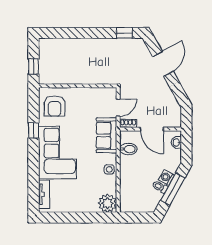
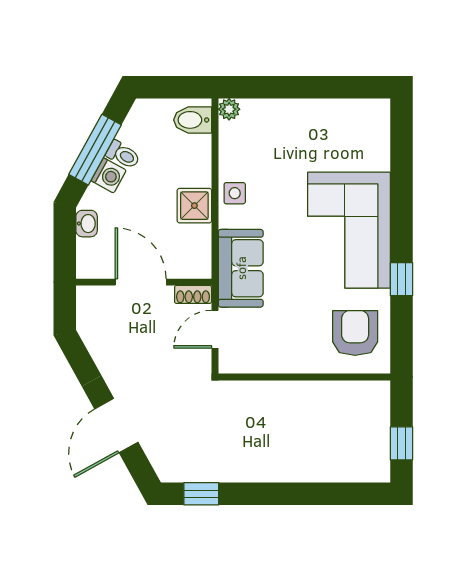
window: (33, 66) -> (401, 443), moved
washbasin: (176, 142) -> (87, 224), moved
bidet: (128, 149) -> (193, 120), moved
shower: (128, 164) -> (194, 206), added
tv unit: (44, 194) -> (378, 139), removed
plant: (107, 203) -> (229, 109), width x0.53, depth x0.53

